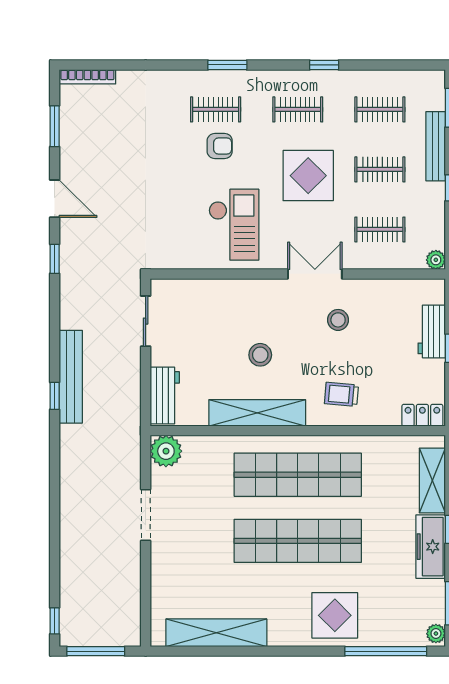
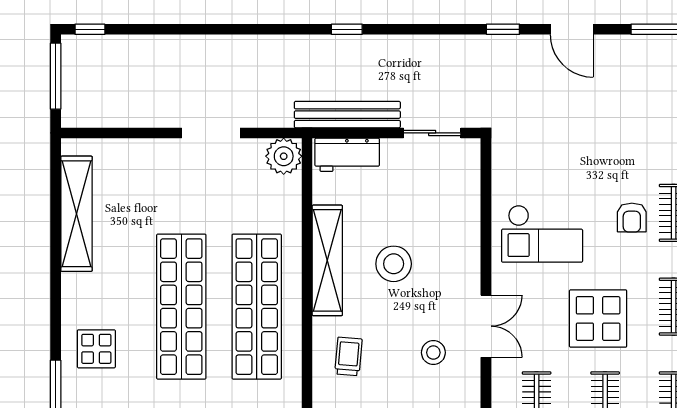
door: (55, 199) -> (572, 29), hinge flipped
stool: (260, 355) -> (394, 264), width x1.38, depth x1.38
bench: (71, 377) -> (347, 115), moved
display table: (335, 615) -> (96, 349), width x0.73, depth x0.73

